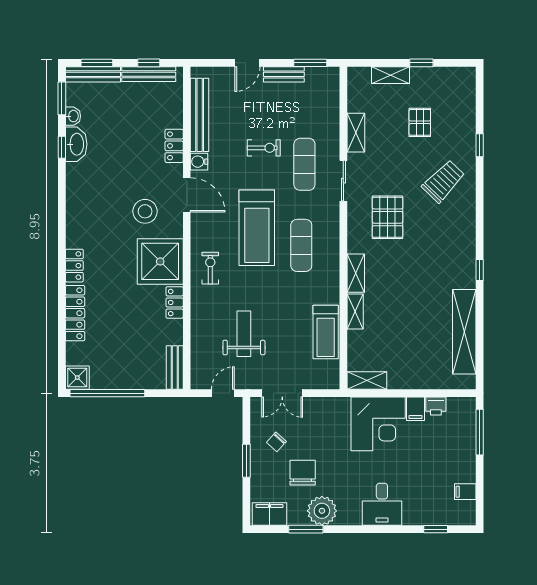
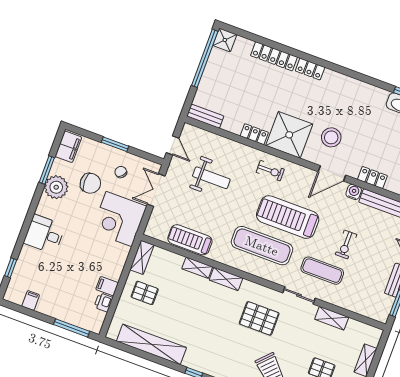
exercise mat: (301, 245) -> (262, 246), width x1.36, depth x1.45
pallet: (407, 362) -> (145, 293), added
corner desk: (378, 424) -> (119, 219), moved

